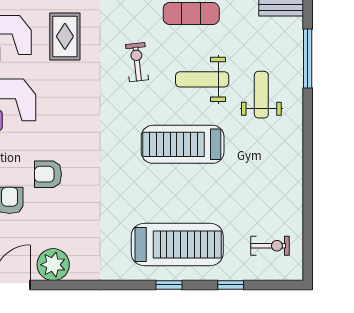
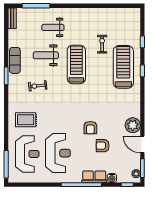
weight bench: (202, 79) -> (46, 55), turned 90
treadmill: (183, 144) -> (76, 64), turned 180
exercise bike: (270, 246) -> (102, 44), moved

